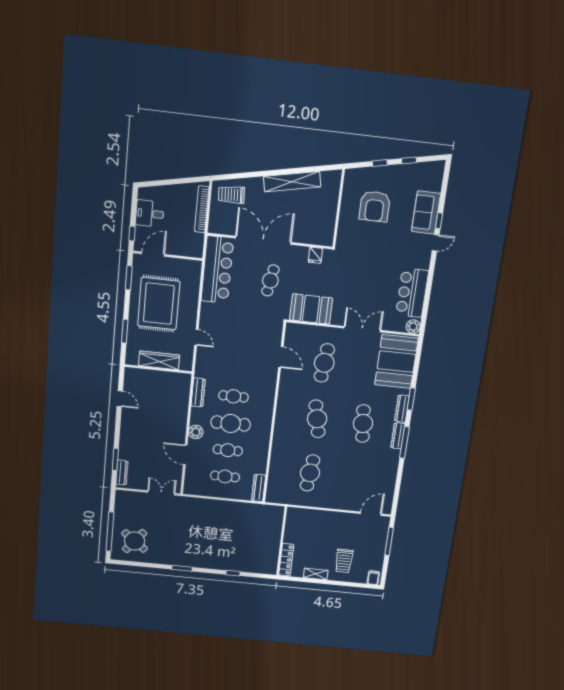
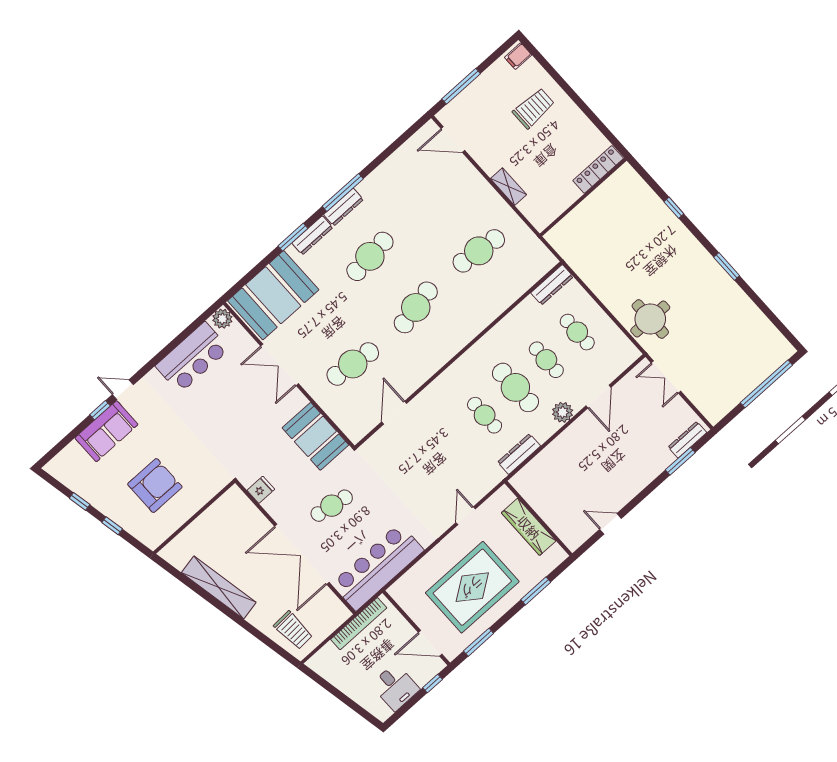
bookcase: (202, 209) -> (359, 624), moved
door: (120, 399) -> (610, 524), hinge flipped
round table: (135, 541) -> (650, 319), moved, turned -38
shelving: (316, 574) -> (509, 187), moved

